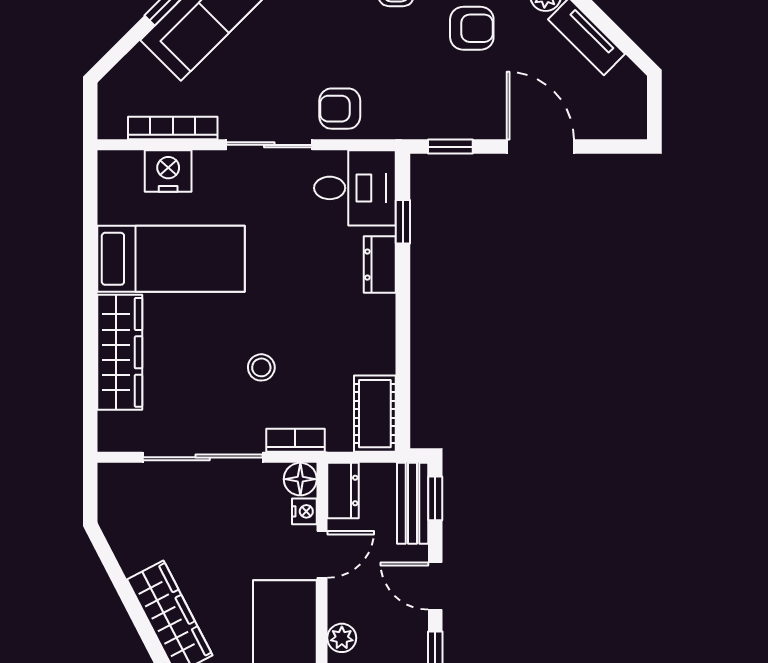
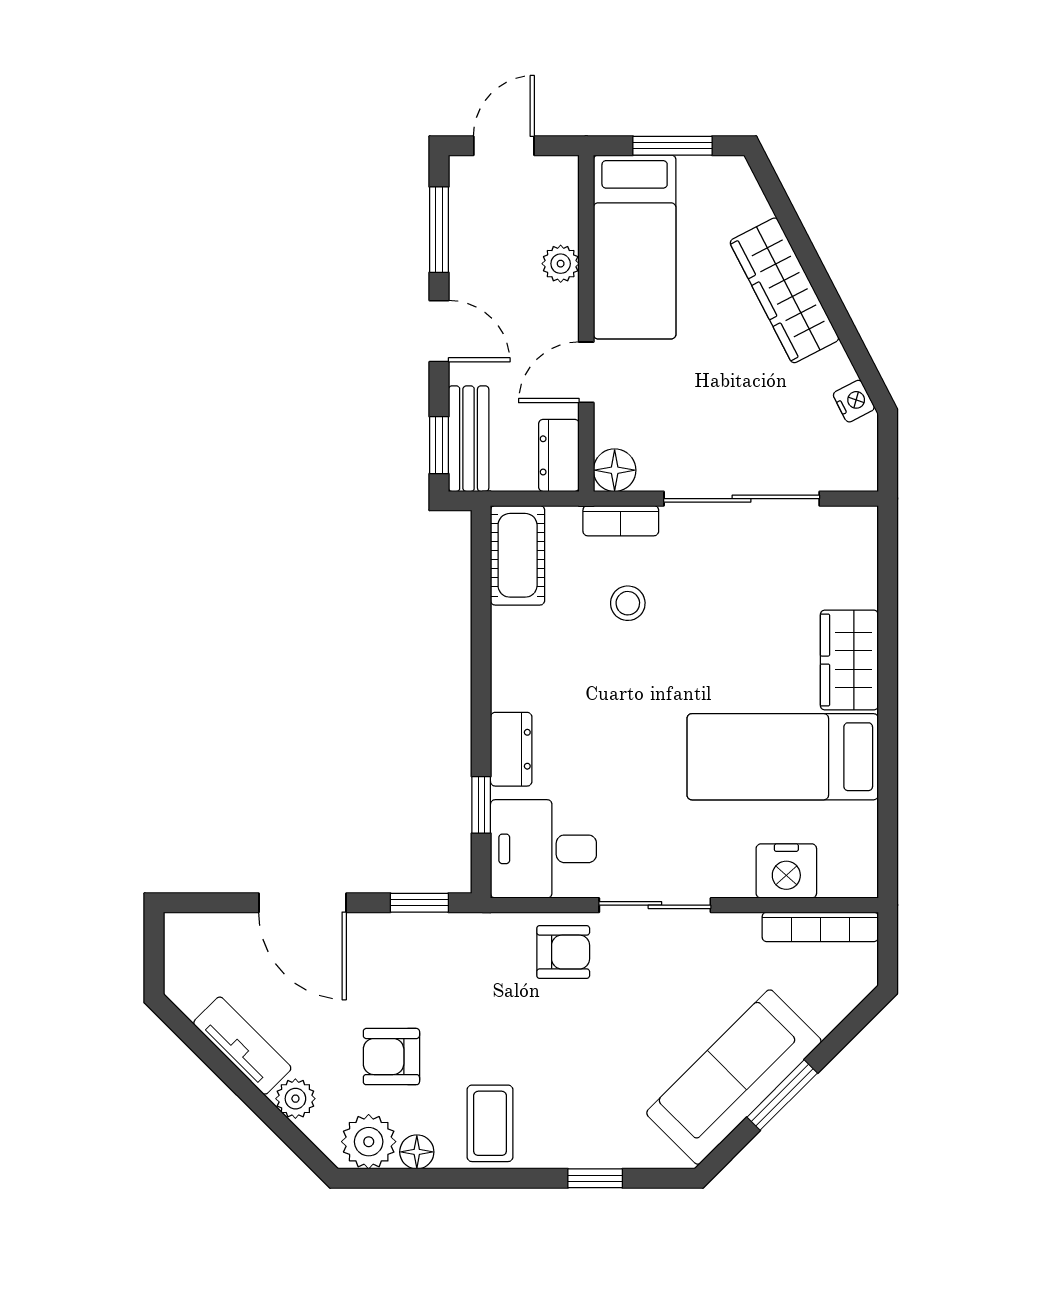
bookcase: (173, 128) -> (820, 927), moved
wardrobe: (120, 352) -> (849, 660), width x0.67
stool: (261, 367) -> (628, 603), moved
nightstand: (304, 511) -> (854, 401), moved, turned 153

